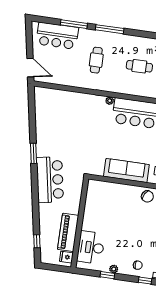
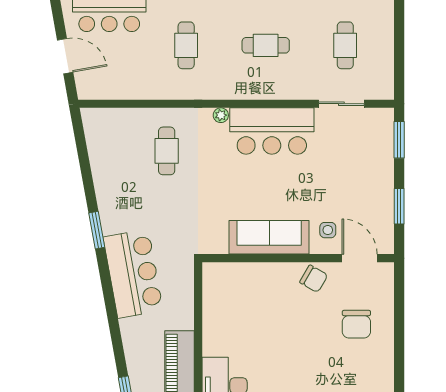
door: (30, 68) -> (65, 56), moved
cafe table: (78, 116) -> (167, 151), added

